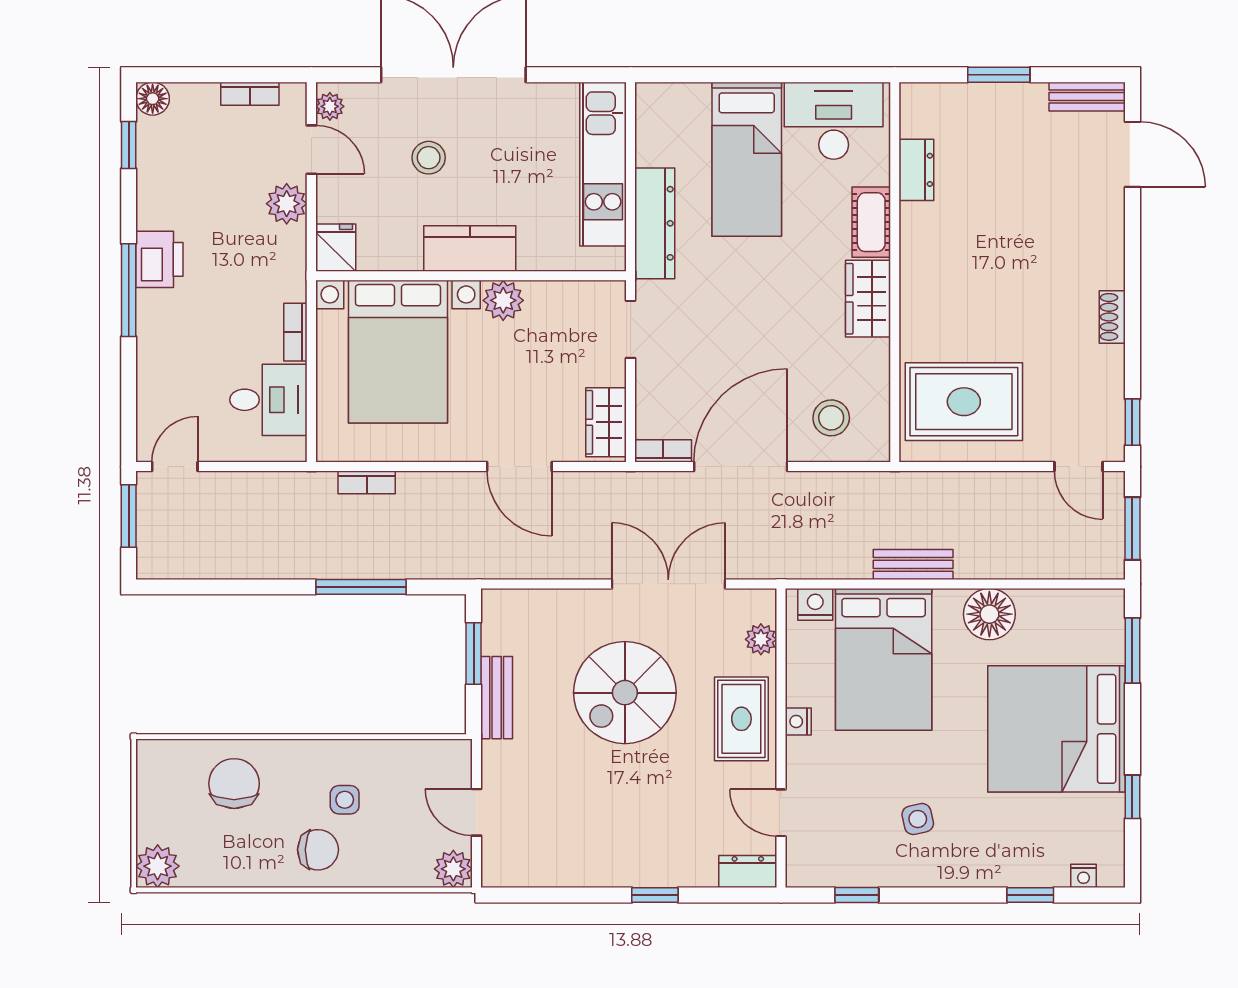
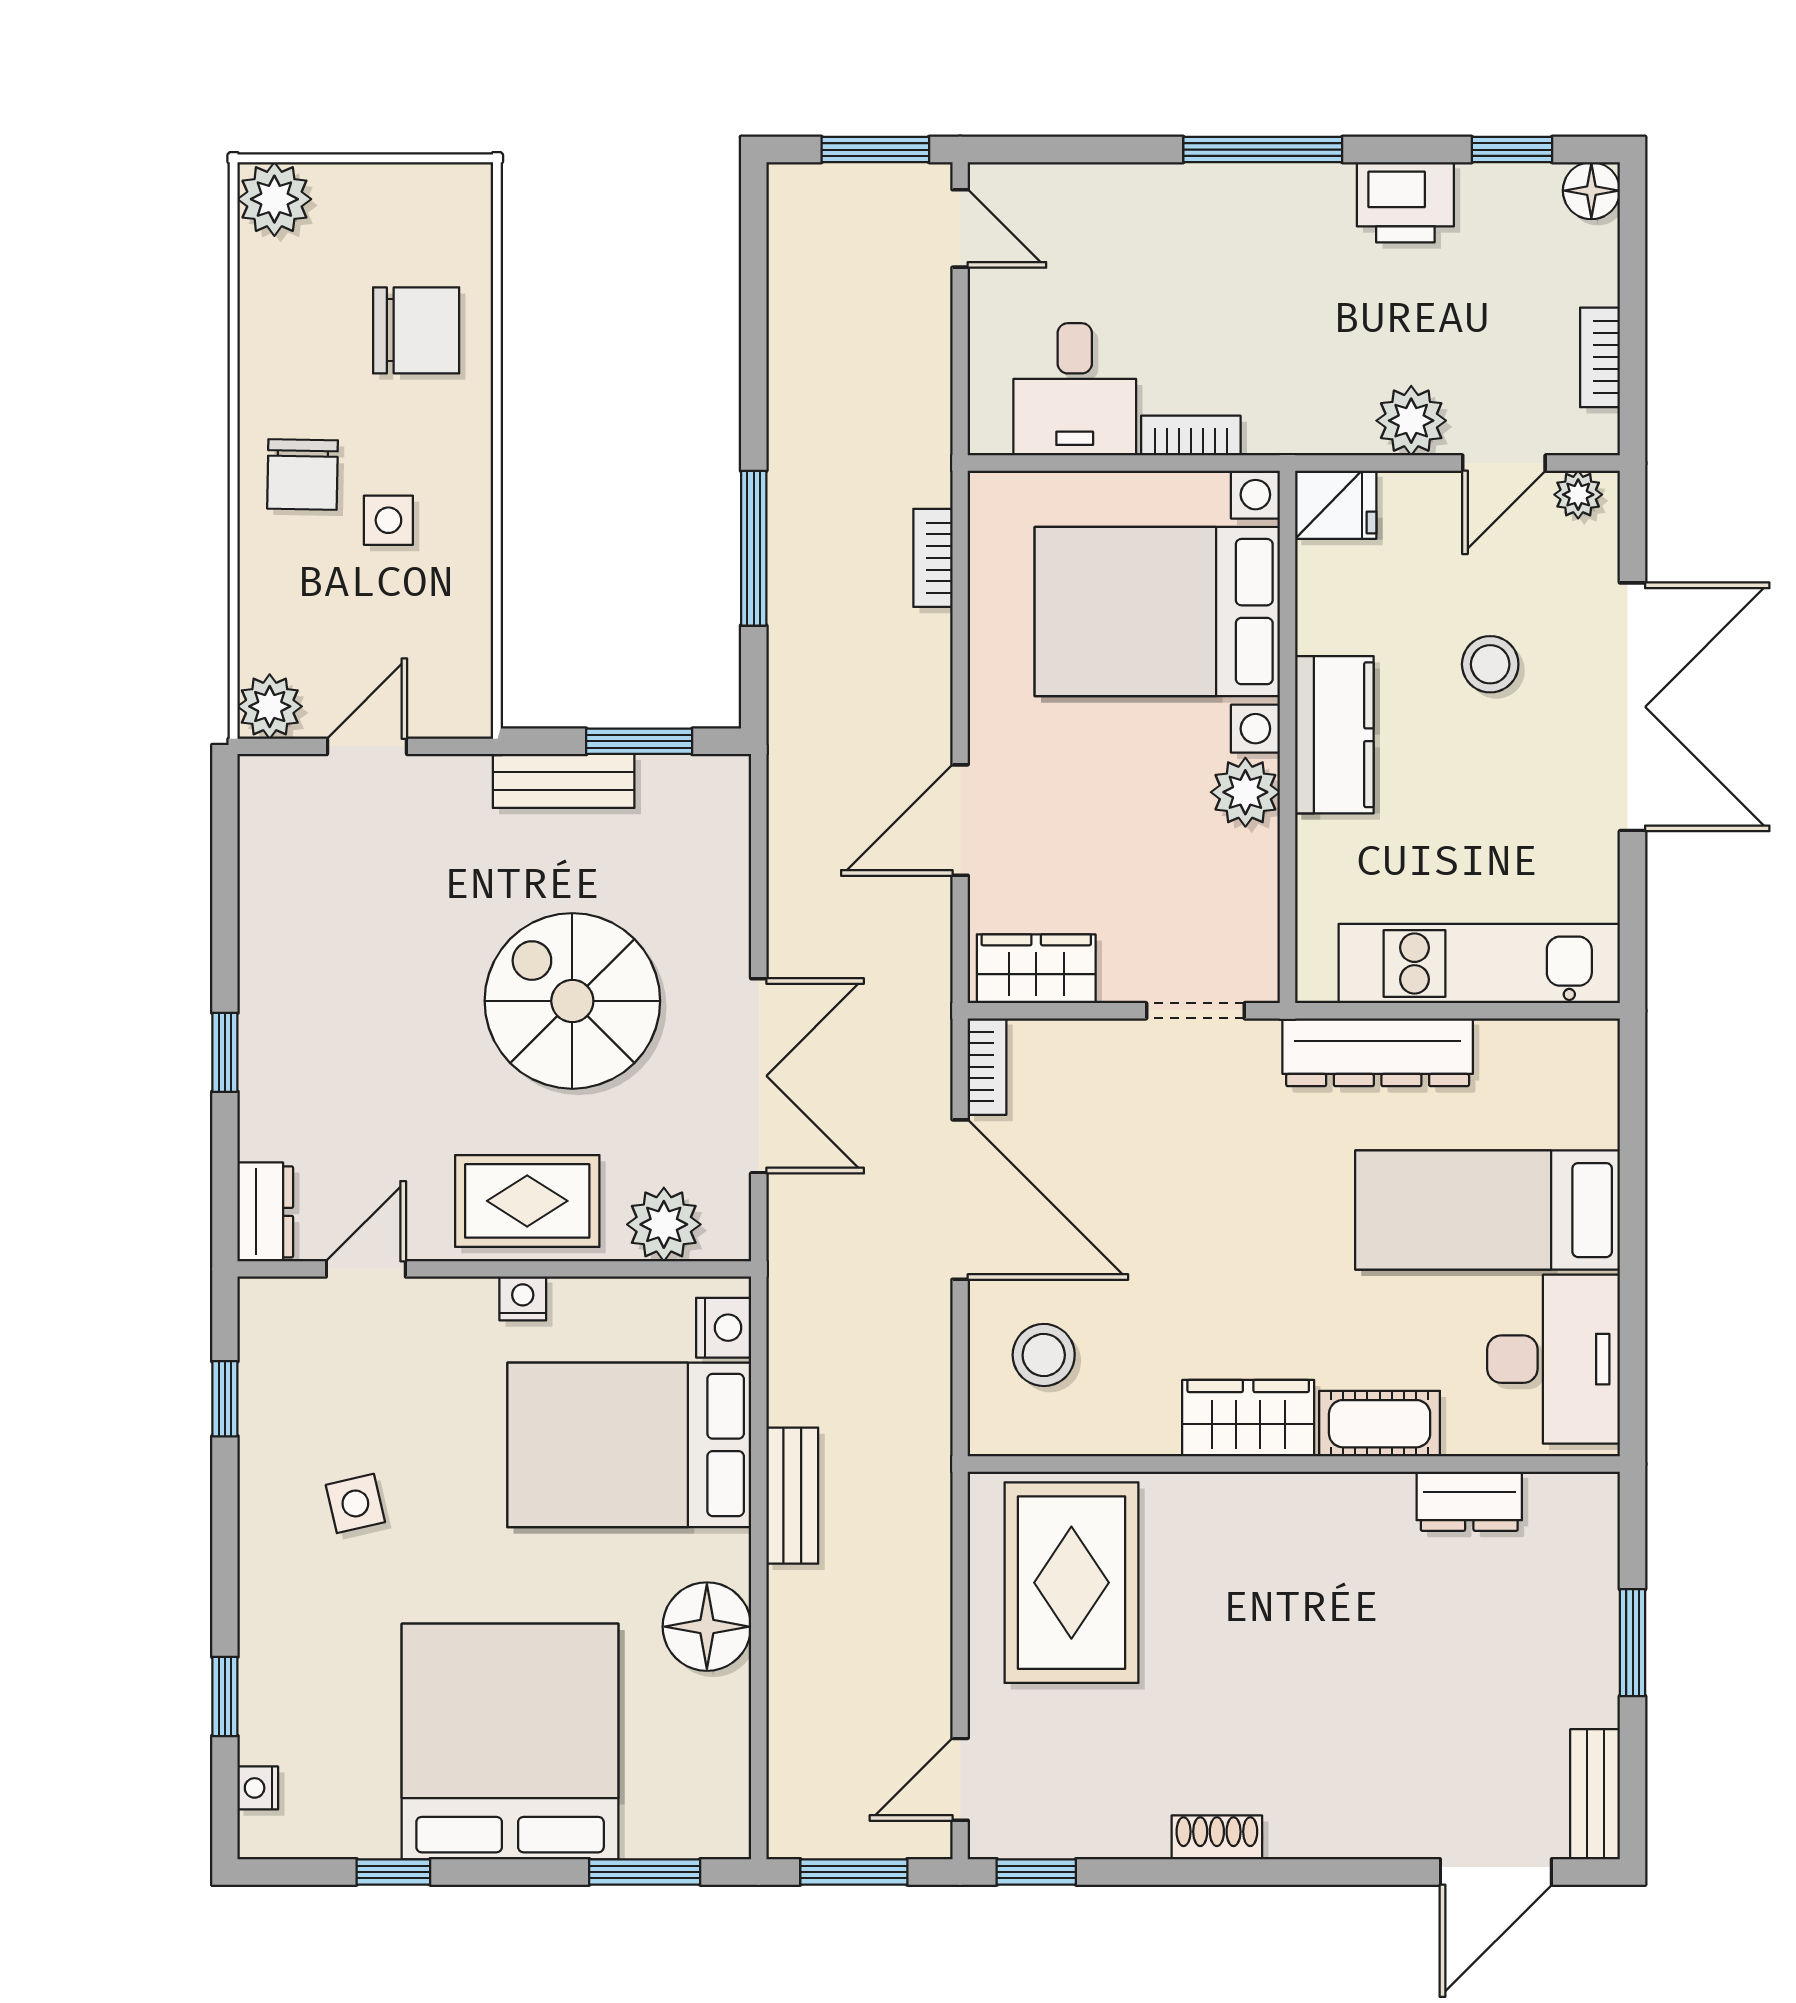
printer: (159, 259) -> (1405, 202), moved
plant: (761, 639) -> (664, 1224), width x1.38, depth x1.38

